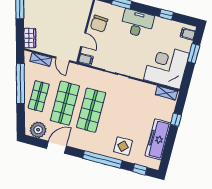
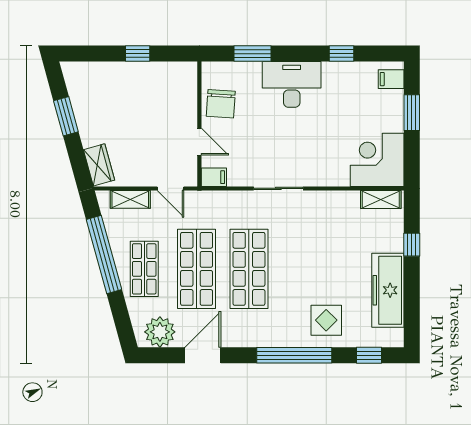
corner desk: (166, 66) -> (377, 160), width x0.74, depth x0.74

